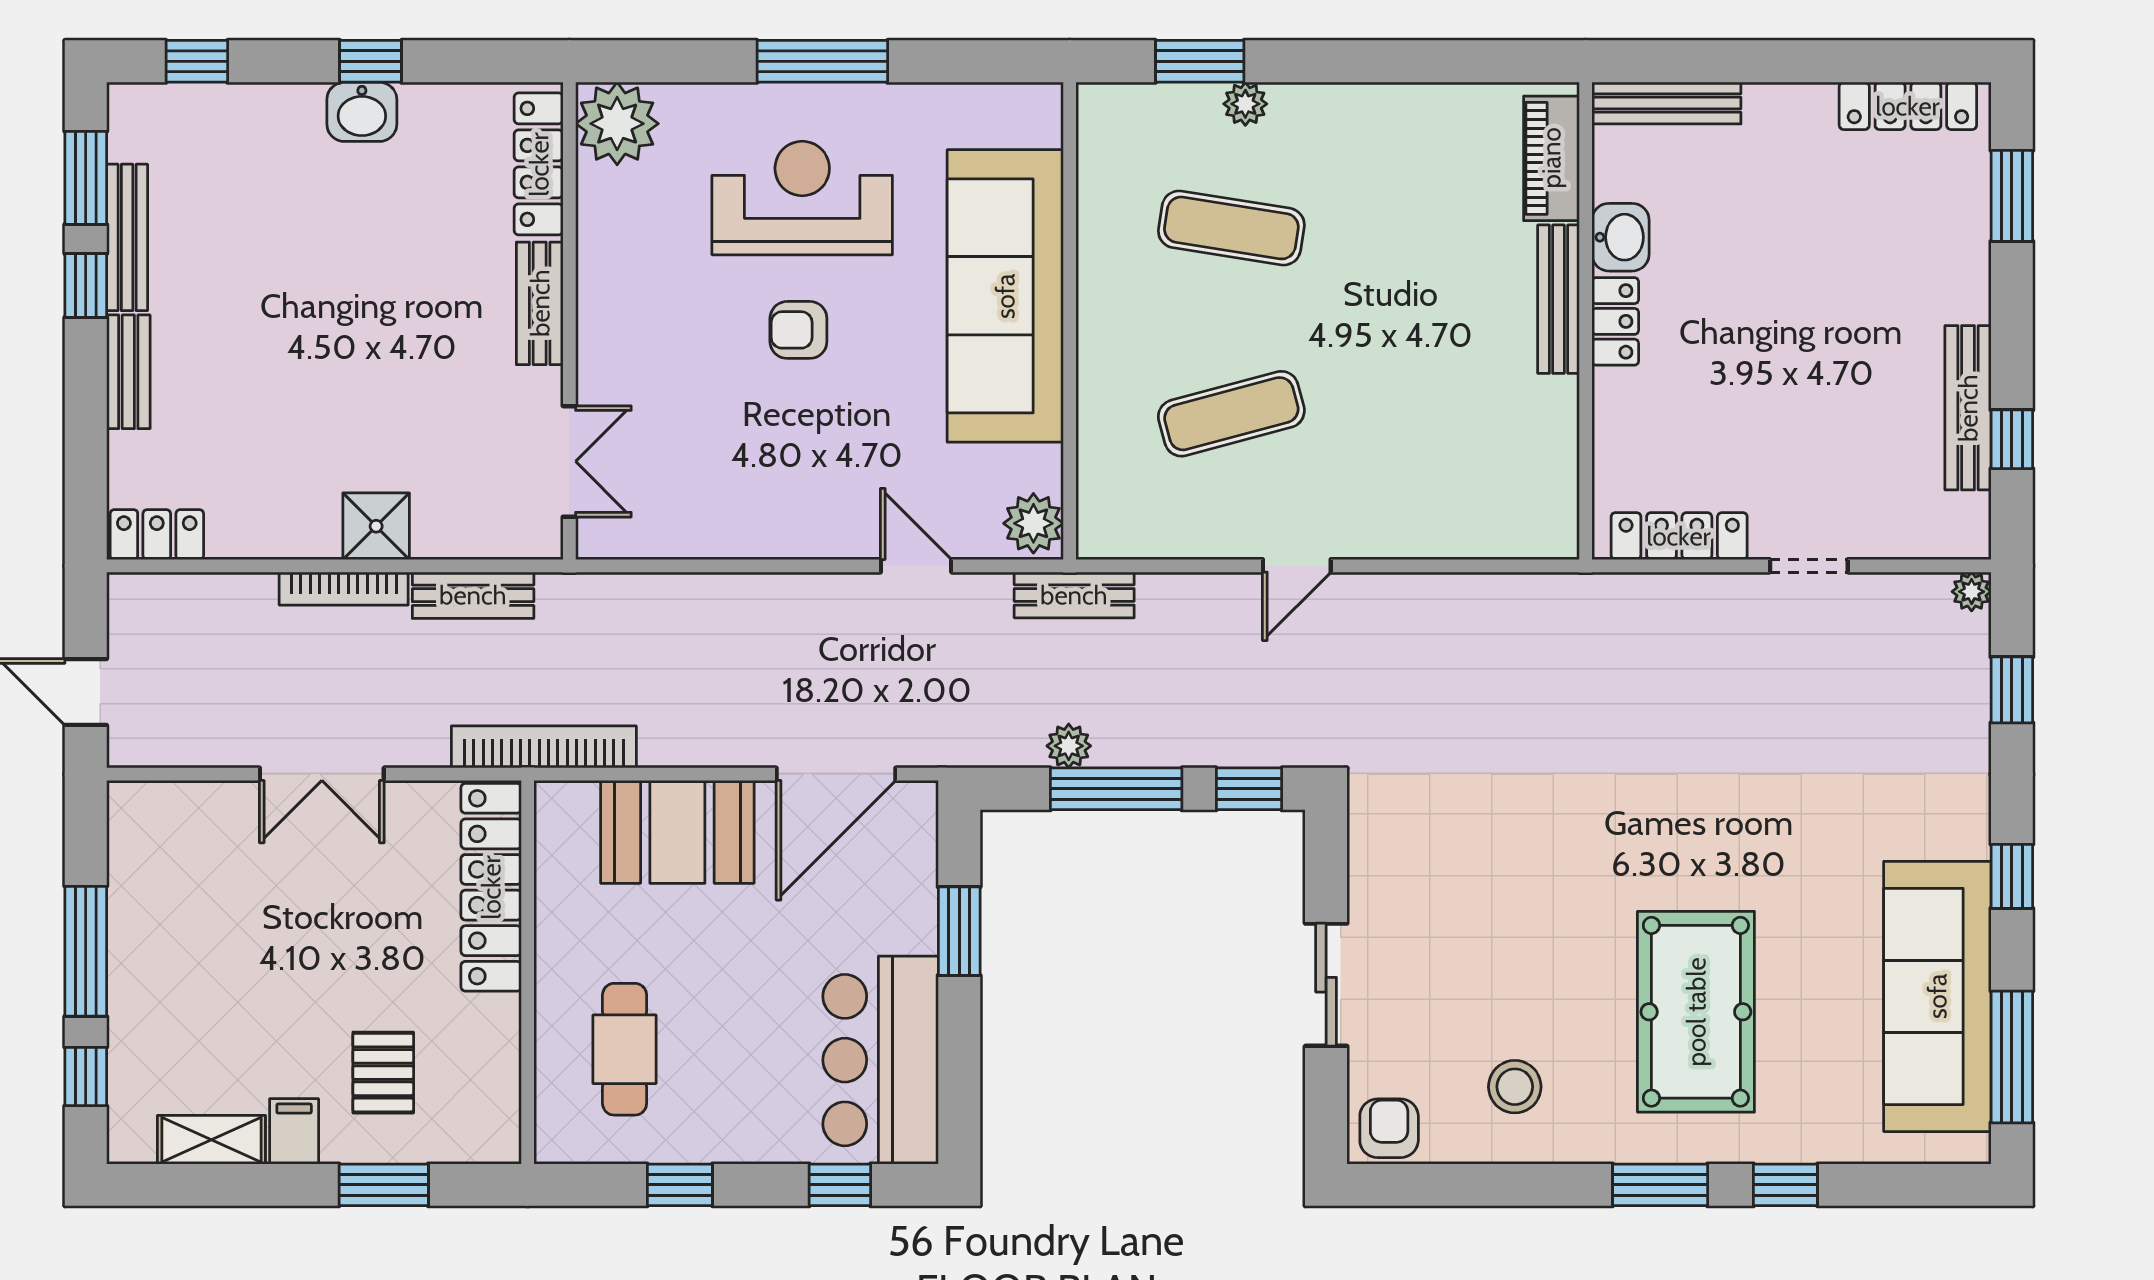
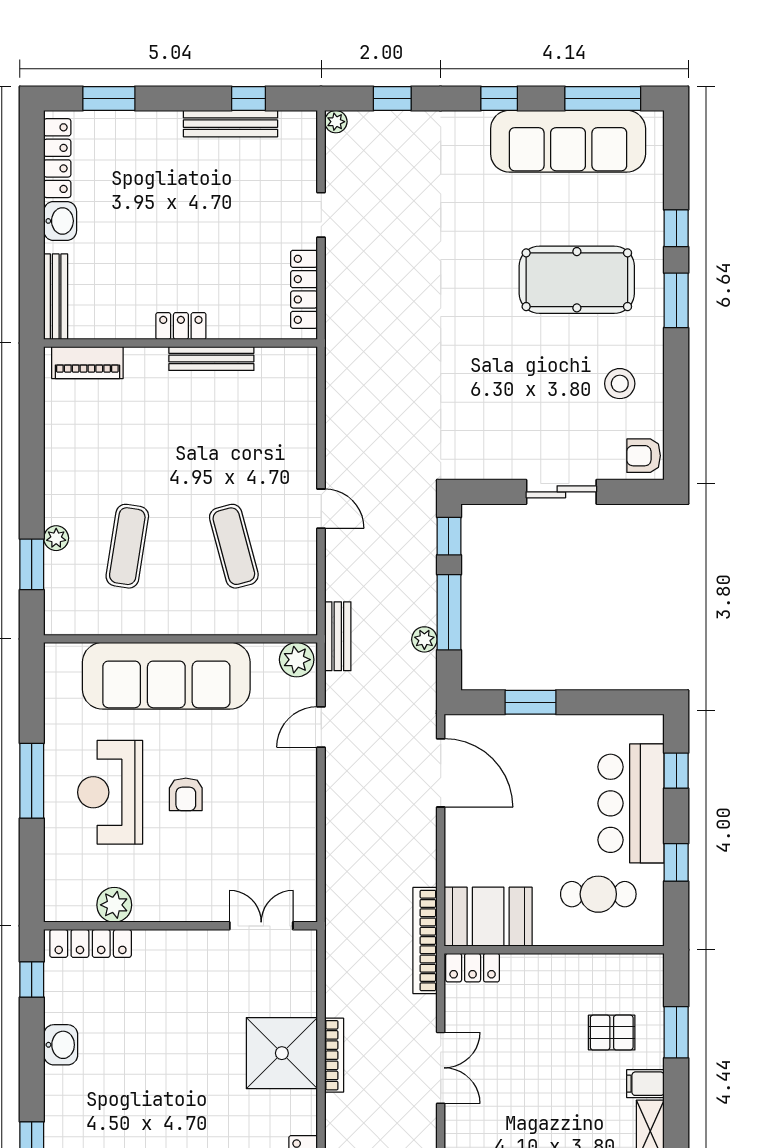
window: (371, 61) -> (32, 980), moved
plant: (617, 124) -> (114, 905), moved, width x0.73, depth x0.73
washbasin: (1620, 237) -> (60, 221), moved, turned 90
bench: (1559, 299) -> (211, 358), moved
bench: (540, 303) -> (171, 943), removed
shower: (376, 526) -> (282, 1053), width x1.86, depth x1.86
bench: (473, 595) -> (338, 981), removed
booth: (677, 832) -> (488, 917), moved, turned 90
locker: (491, 887) -> (473, 968), width x0.46, depth x0.83
bar counter: (881, 1060) -> (631, 803), moved, turned 90

